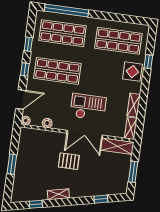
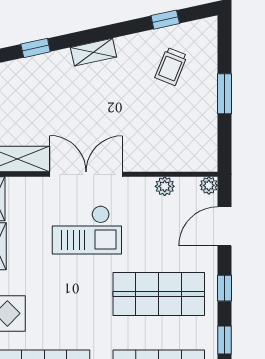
pallet: (69, 161) -> (111, 115), removed
trolley: (36, 181) -> (171, 66), added
shelving: (58, 194) -> (93, 52), moved

